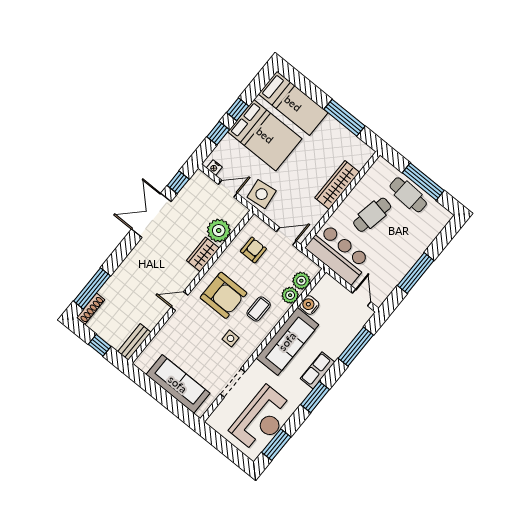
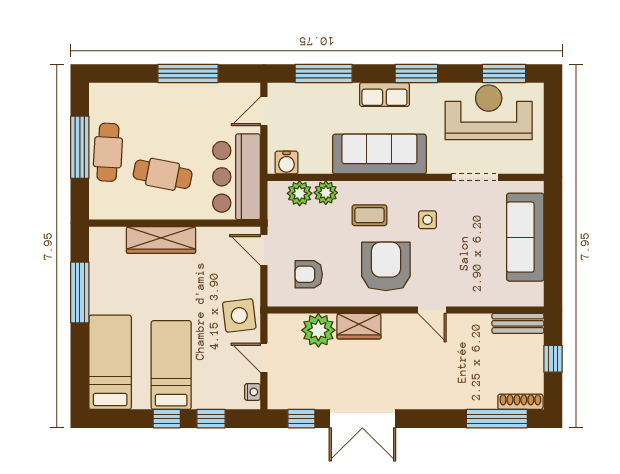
bed: (265, 135) -> (171, 365), width x0.67
water cooler: (309, 305) -> (286, 163), moved

